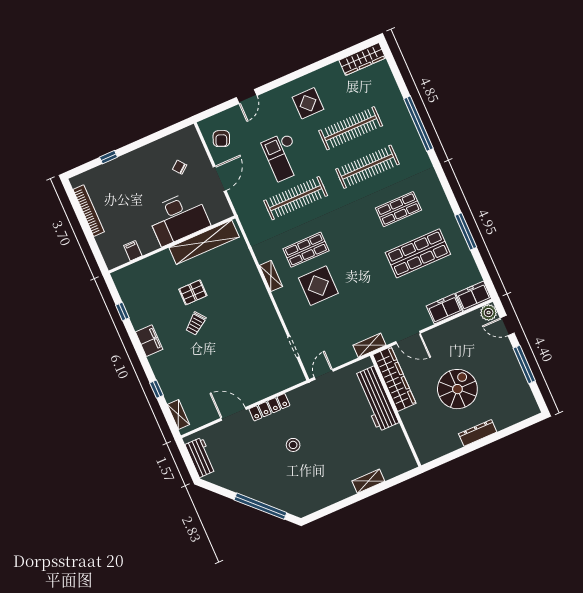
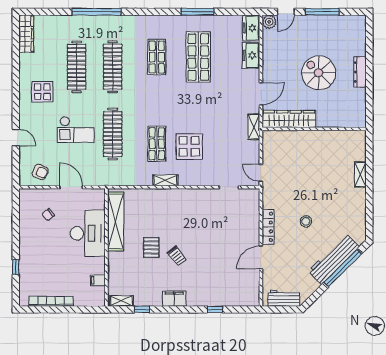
workbench: (376, 399) -> (334, 259), moved, turned 135
shelving: (178, 414) -> (121, 301), moved

